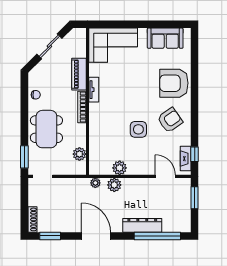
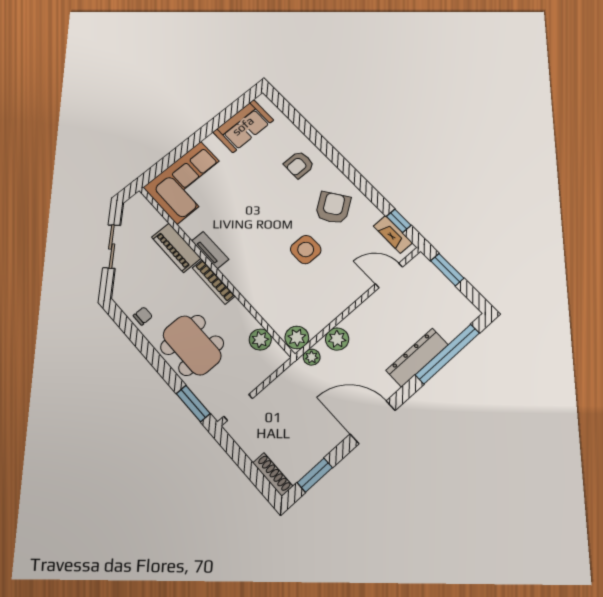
armchair: (174, 83) -> (299, 165), width x0.53, depth x0.53
plant: (120, 168) -> (297, 337), moved

